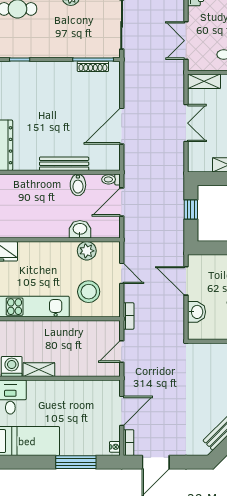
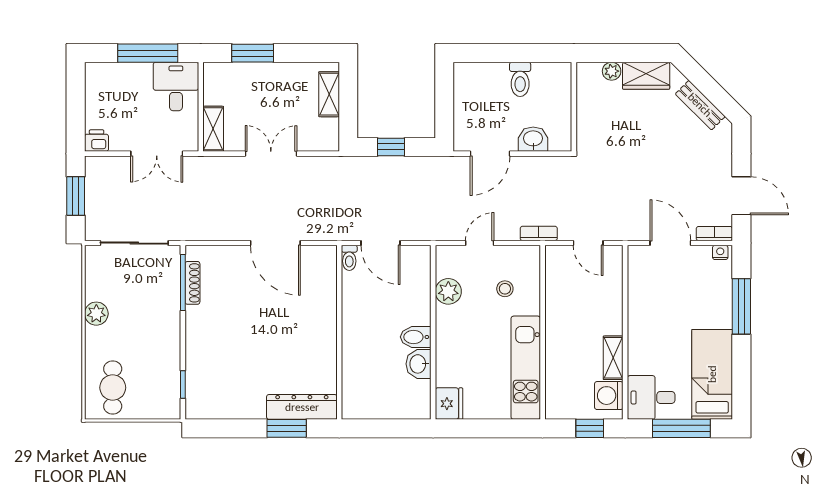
bench: (64, 164) -> (328, 323), removed
bidet: (78, 185) -> (416, 337), moved, turned 180
washbasin: (80, 229) -> (418, 364), moved
stool: (89, 292) -> (505, 289), width x0.53, depth x0.53

